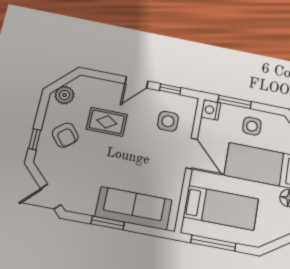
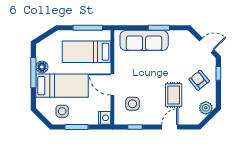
door: (136, 82) -> (170, 127), moved
window: (235, 102) -> (76, 127), moved
rug: (107, 122) -> (174, 95), turned 90
side table: (252, 126) -> (62, 111), moved
door: (51, 197) -> (207, 45), moved

